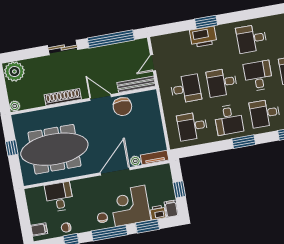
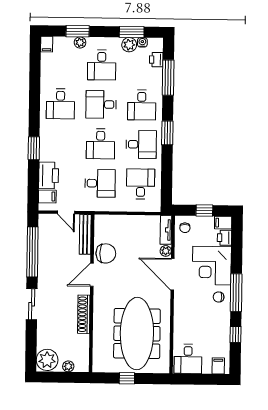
printer: (203, 37) -> (49, 175), moved
filing cabinet: (164, 43) -> (47, 196), added
desk: (186, 89) -> (100, 183), turned 90
plant: (15, 106) -> (68, 366), moved
desk: (192, 126) -> (141, 184), turned 180
desk: (59, 197) -> (188, 359), moved, turned -90
window: (147, 226) -> (237, 251), removed
chair: (66, 228) -> (185, 228), moved

